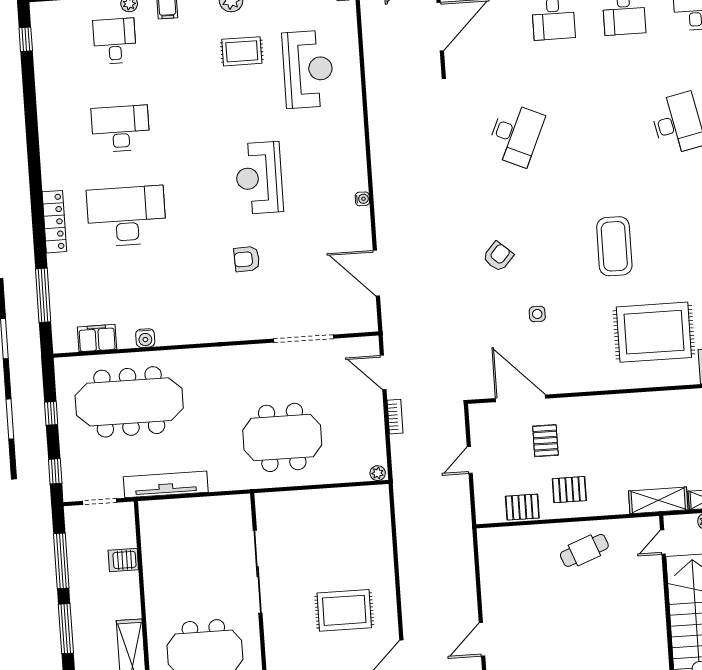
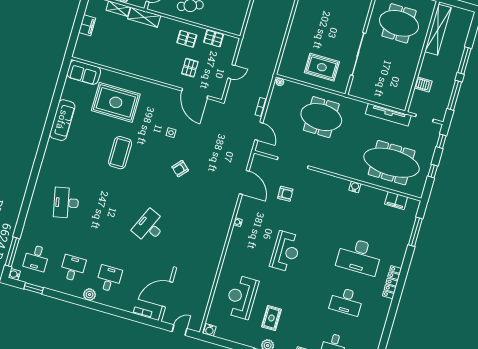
rug: (242, 51) -> (271, 318), turned 90
locker: (54, 222) -> (392, 282), moved
armchair: (247, 259) -> (285, 194), moved
water cooler: (145, 338) -> (355, 187), moved
rug: (344, 610) -> (322, 67), moved

